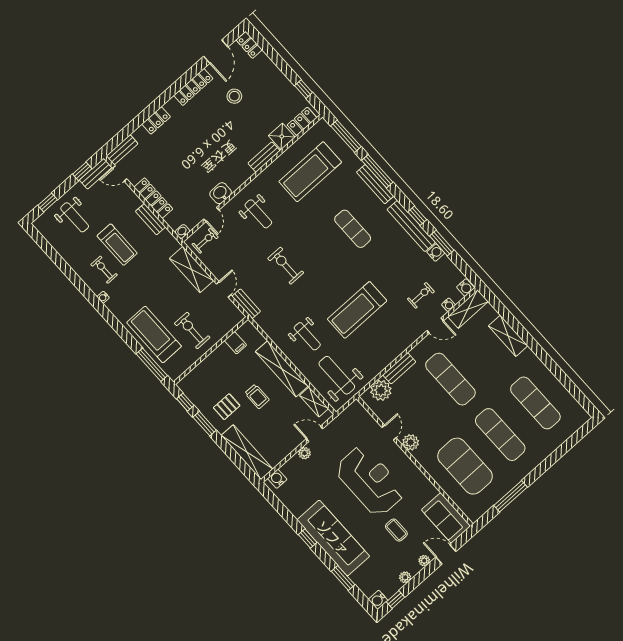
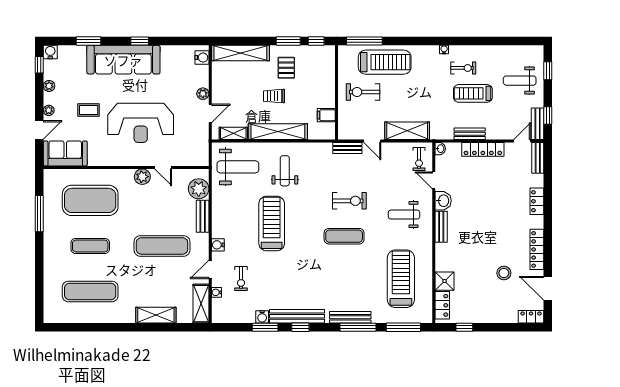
bench: (264, 157) -> (441, 227), moved
exercise mat: (353, 229) -> (344, 236), moved
water cooler: (466, 288) -> (218, 245), moved
exercise bike: (192, 331) -> (363, 92), turned 180
weight bench: (307, 336) -> (285, 171), turned 90
exercise mat: (500, 435) -> (90, 246), width x0.73, depth x0.69

